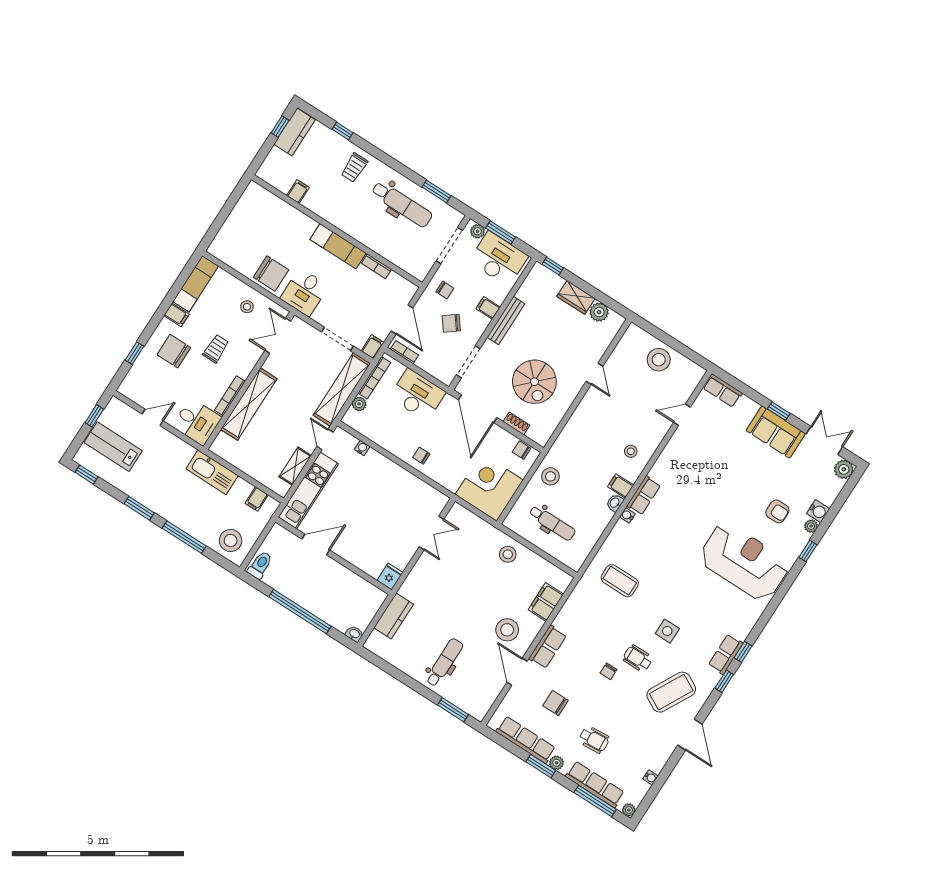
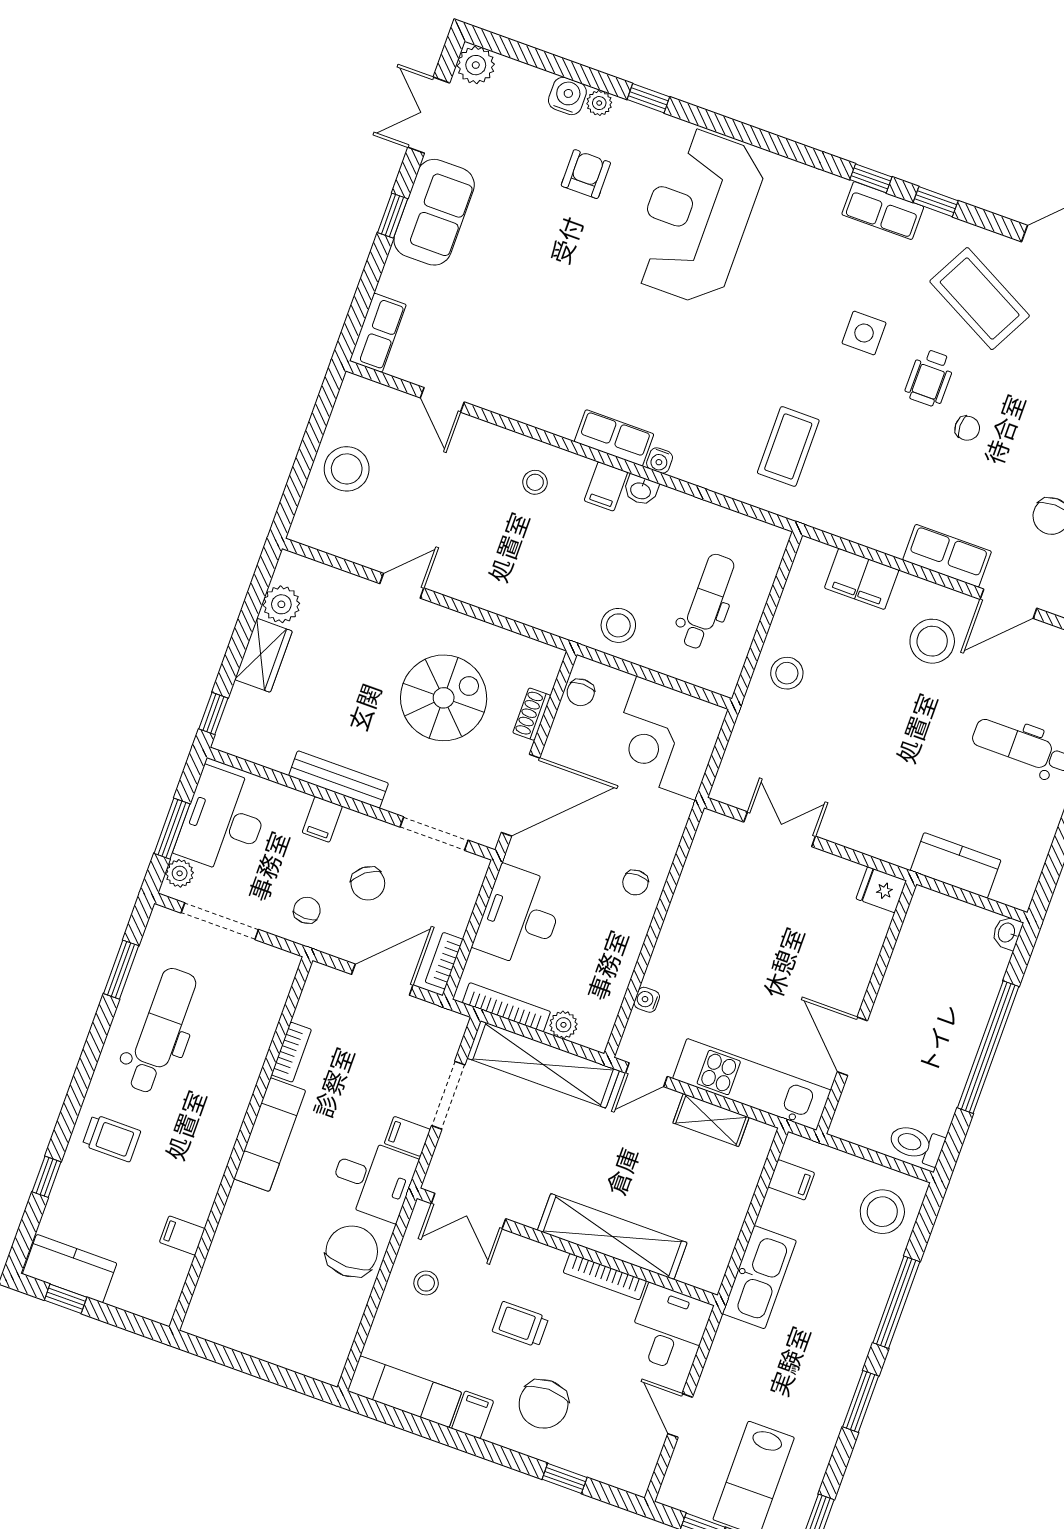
filing cabinet: (373, 347) -> (407, 1136), moved

